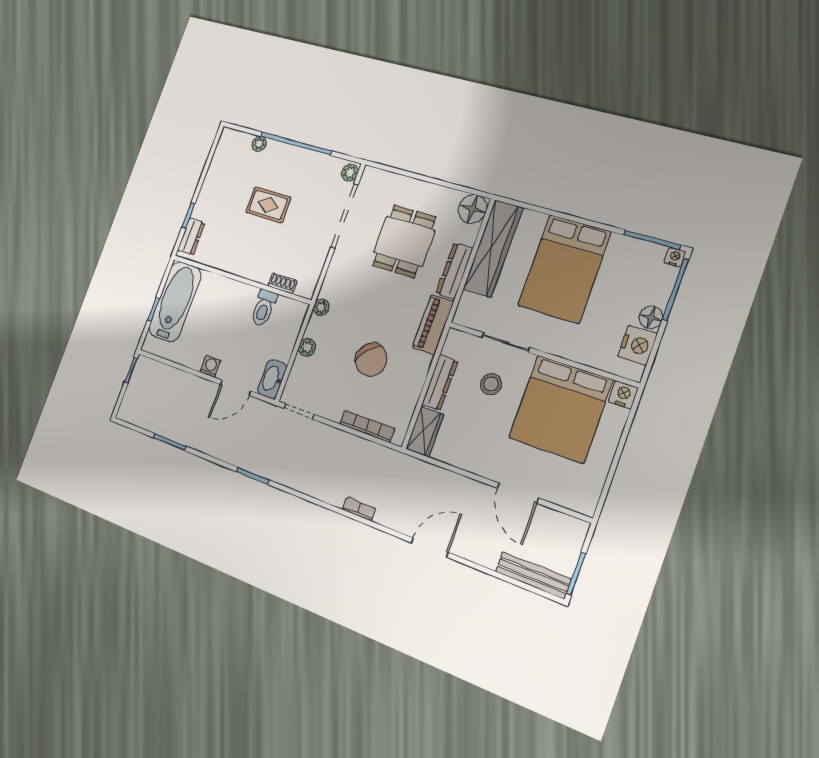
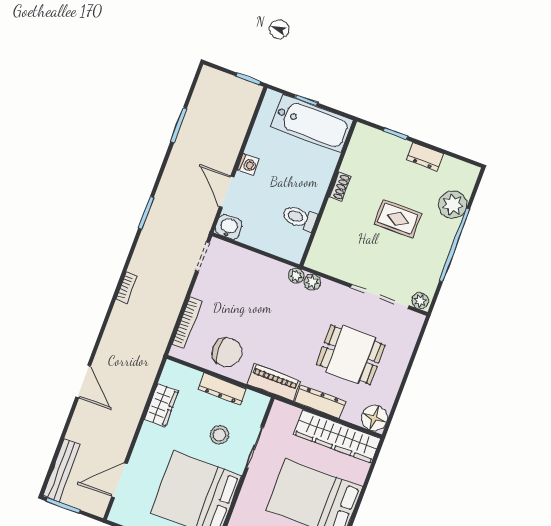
plant: (259, 144) -> (453, 205), width x1.88, depth x1.88
rug: (268, 205) -> (398, 219), turned 90
dresser: (191, 237) -> (425, 157), moved
shoe rack: (282, 283) -> (340, 186), moved
plant: (307, 347) -> (312, 282), moved
chair: (371, 360) -> (227, 352), moved, turned -135
washbasin: (272, 379) -> (229, 227), width x0.72
wardrobe: (425, 432) -> (161, 405), moved, turned -90
door: (518, 493) -> (119, 480), moved
bookcase: (359, 509) -> (126, 288), moved

